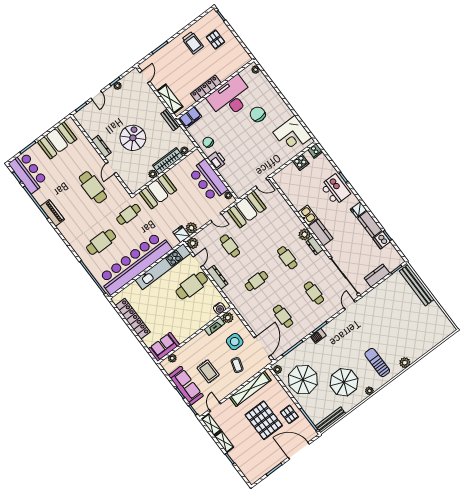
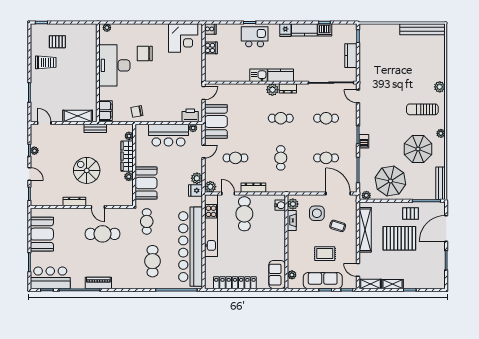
locker: (206, 88) -> (91, 80), removed
printer: (217, 160) -> (190, 115), moved
bench: (417, 285) -> (422, 29), moved

